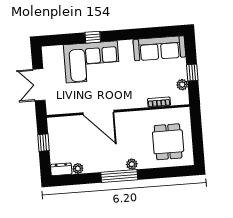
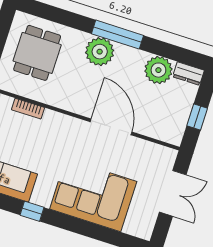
window: (93, 37) -> (32, 211), moved
plant: (132, 164) -> (100, 52), width x1.88, depth x1.88
plant: (78, 168) -> (158, 70), width x1.87, depth x1.87

